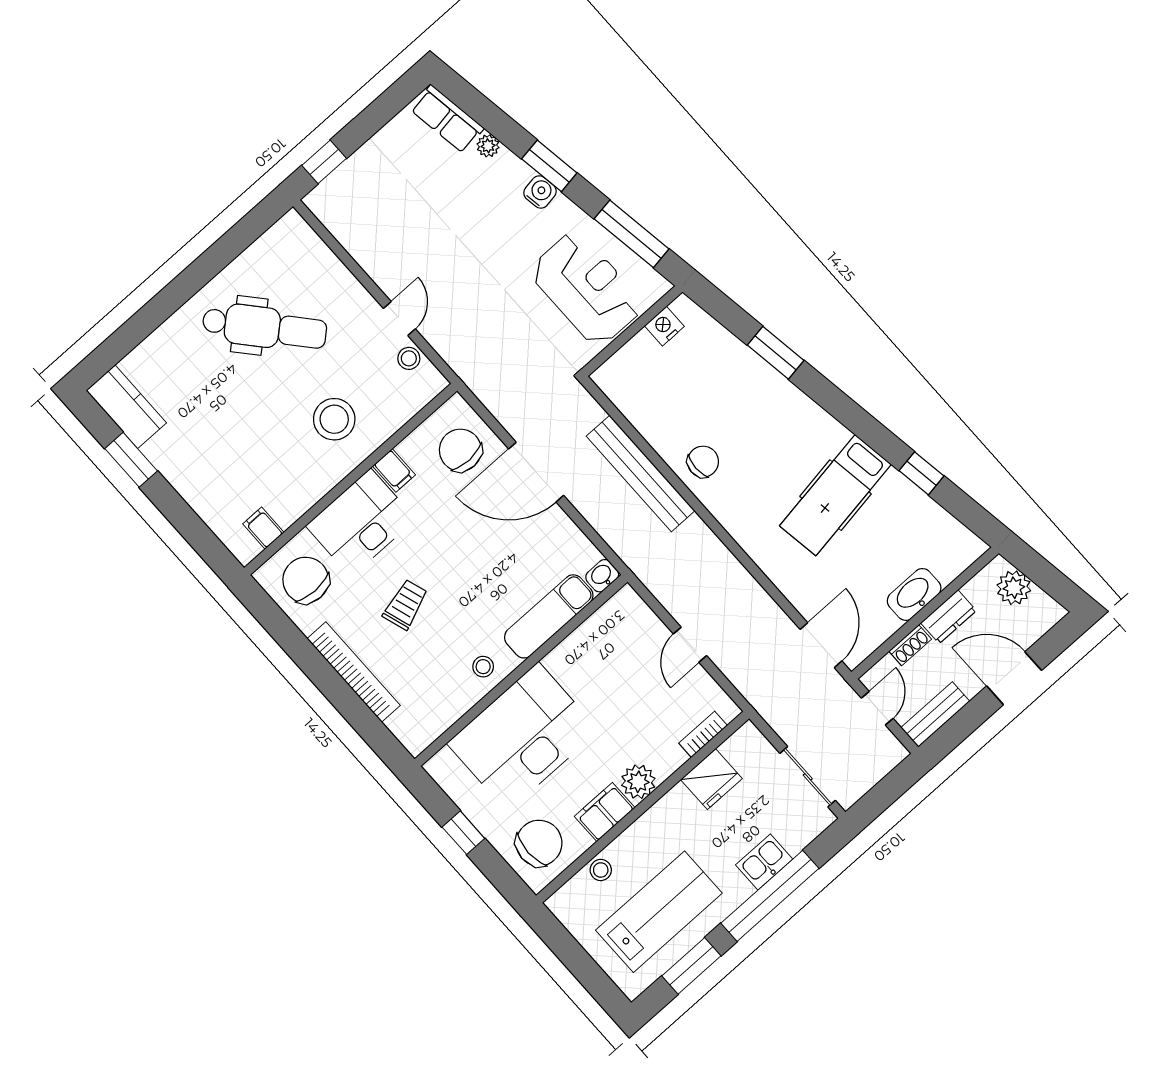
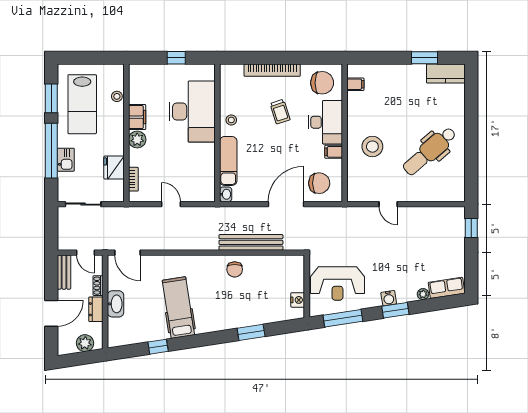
stool: (409, 358) -> (370, 194), removed
chair: (539, 843) -> (147, 82), removed

